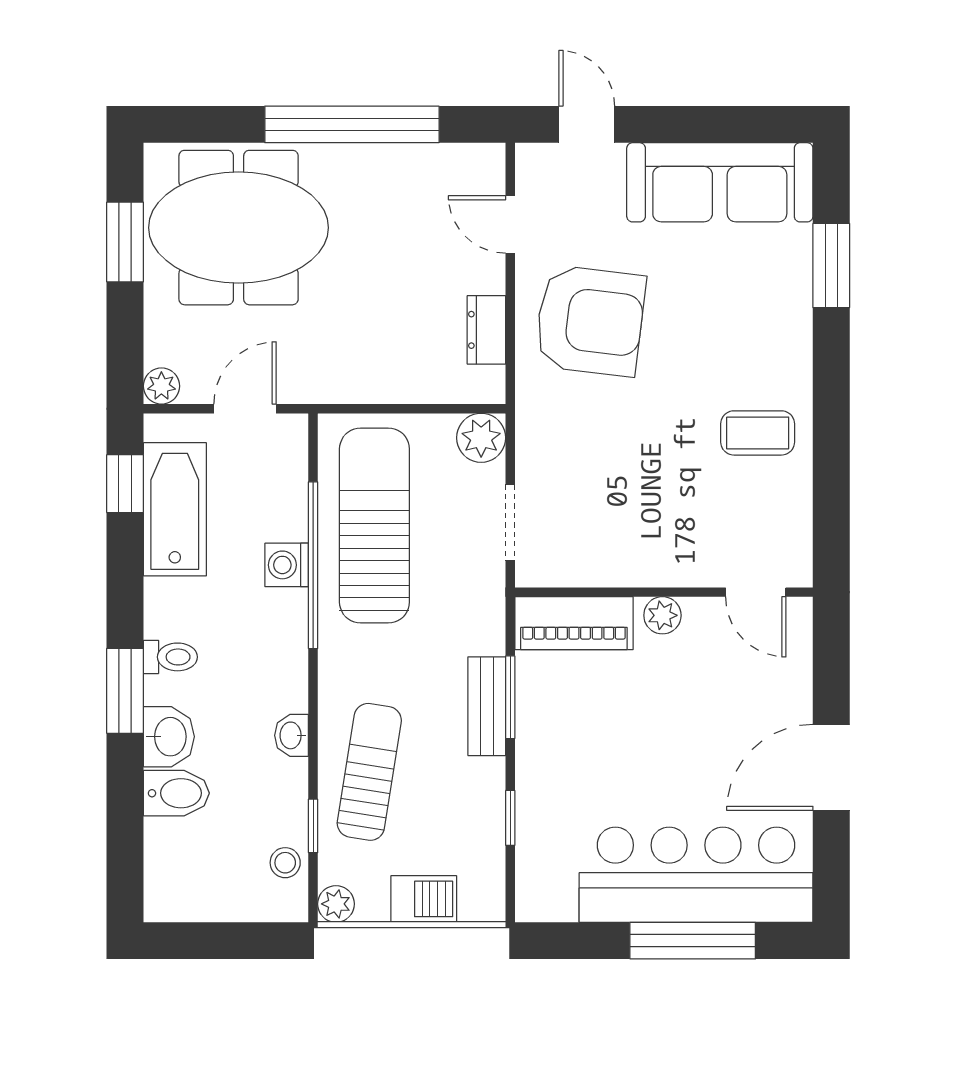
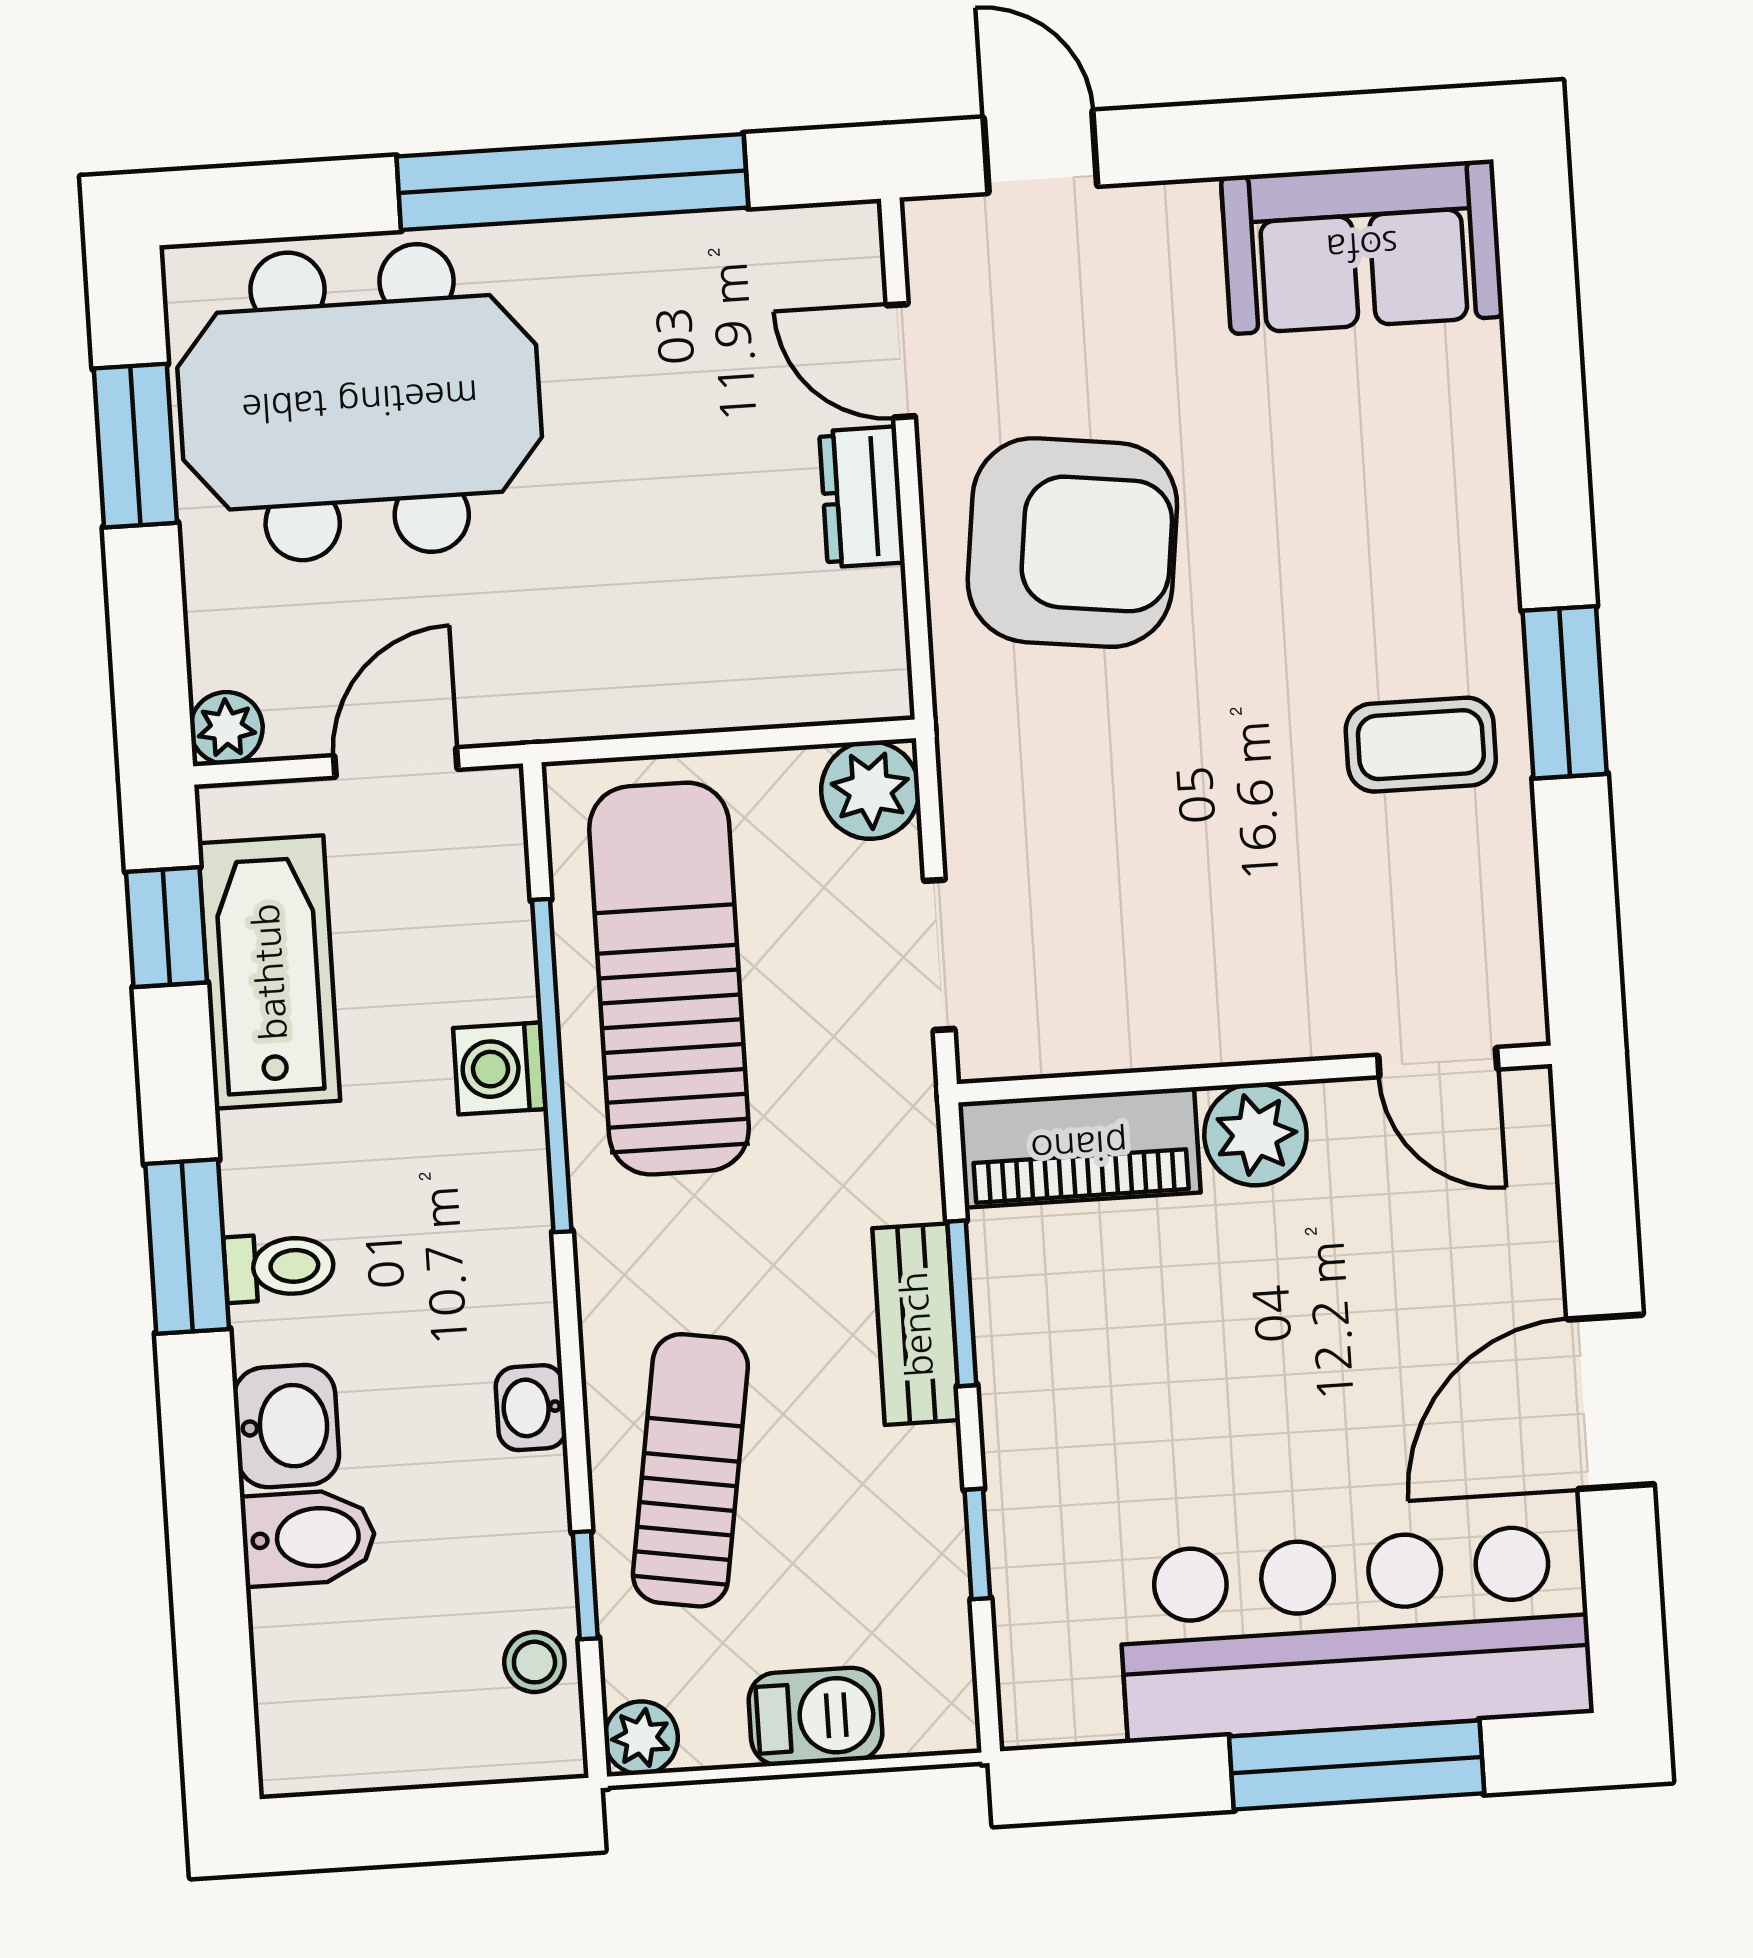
sofa: (720, 182) -> (1362, 247), width x0.73
window: (831, 266) -> (1565, 692), moved
dresser: (486, 330) -> (862, 497), moved
plant: (662, 615) -> (1255, 1134), width x1.38, depth x1.38
window: (125, 691) -> (187, 1247), moved

